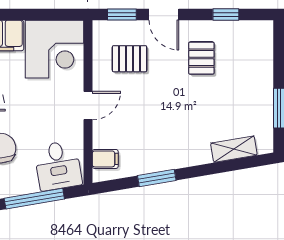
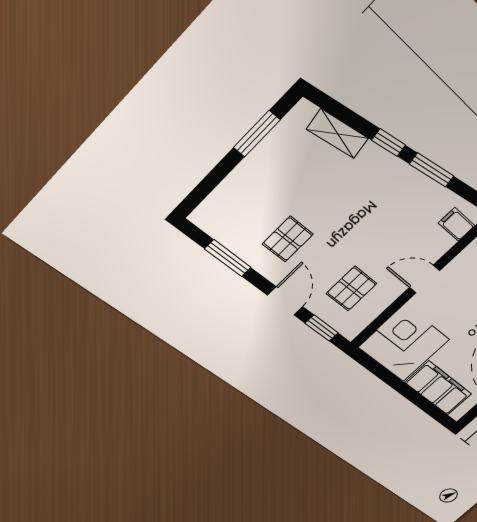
window: (226, 14) -> (228, 258), width x1.50
pallet: (130, 59) -> (352, 289), turned 90
window: (199, 171) -> (389, 143), added

